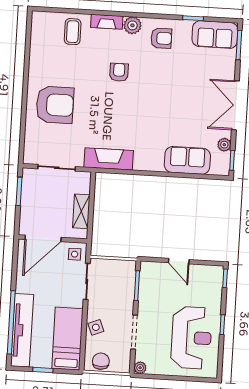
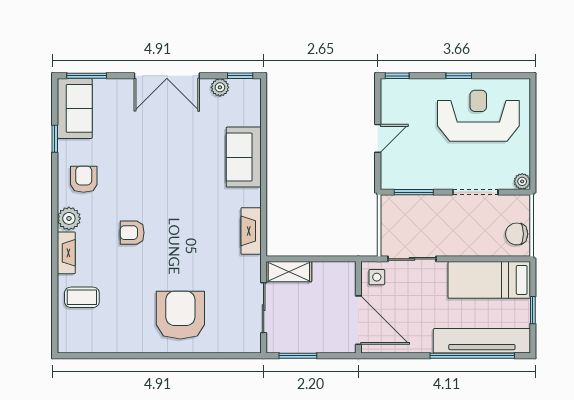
fireplace: (109, 159) -> (251, 231), width x0.73, depth x0.76
sofa: (187, 160) -> (244, 157), moved
shelving: (81, 211) -> (289, 272), moved
side table: (96, 327) -> (472, 243), removed

